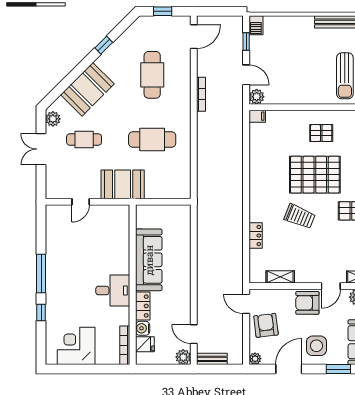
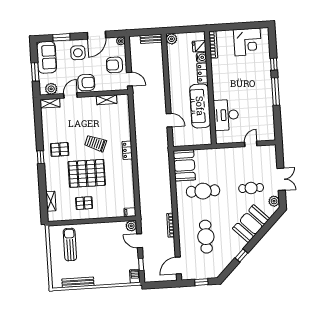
booth: (123, 184) -> (184, 165), moved, turned 90
locker: (256, 236) -> (127, 150), moved
desk: (113, 290) -> (226, 115), moved, width x1.37
armchair: (266, 325) -> (114, 65), turned 97
door: (194, 334) -> (169, 120), moved

